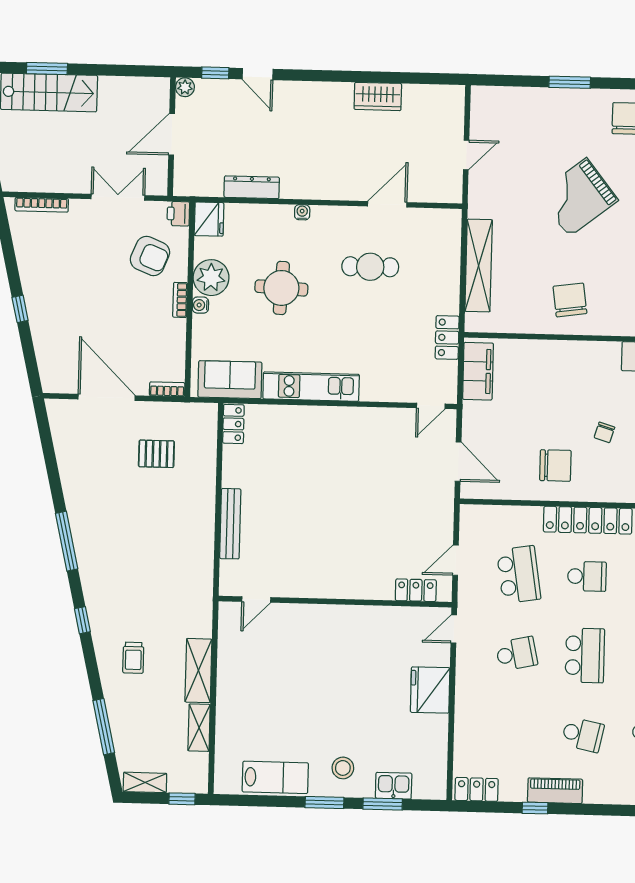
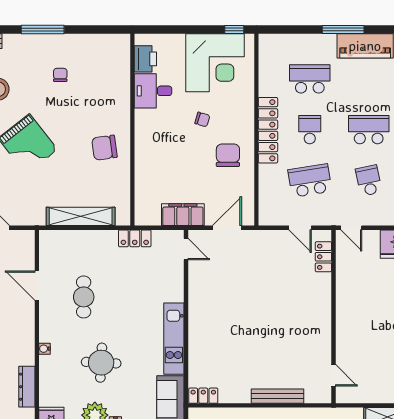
filing cabinet: (478, 371) -> (183, 215), moved

